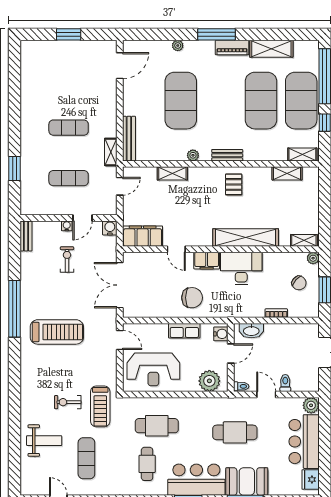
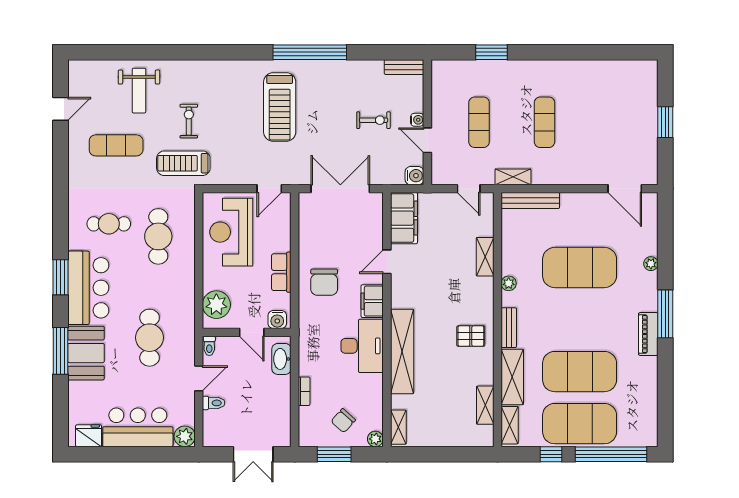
shelving: (271, 49) -> (512, 377), moved

